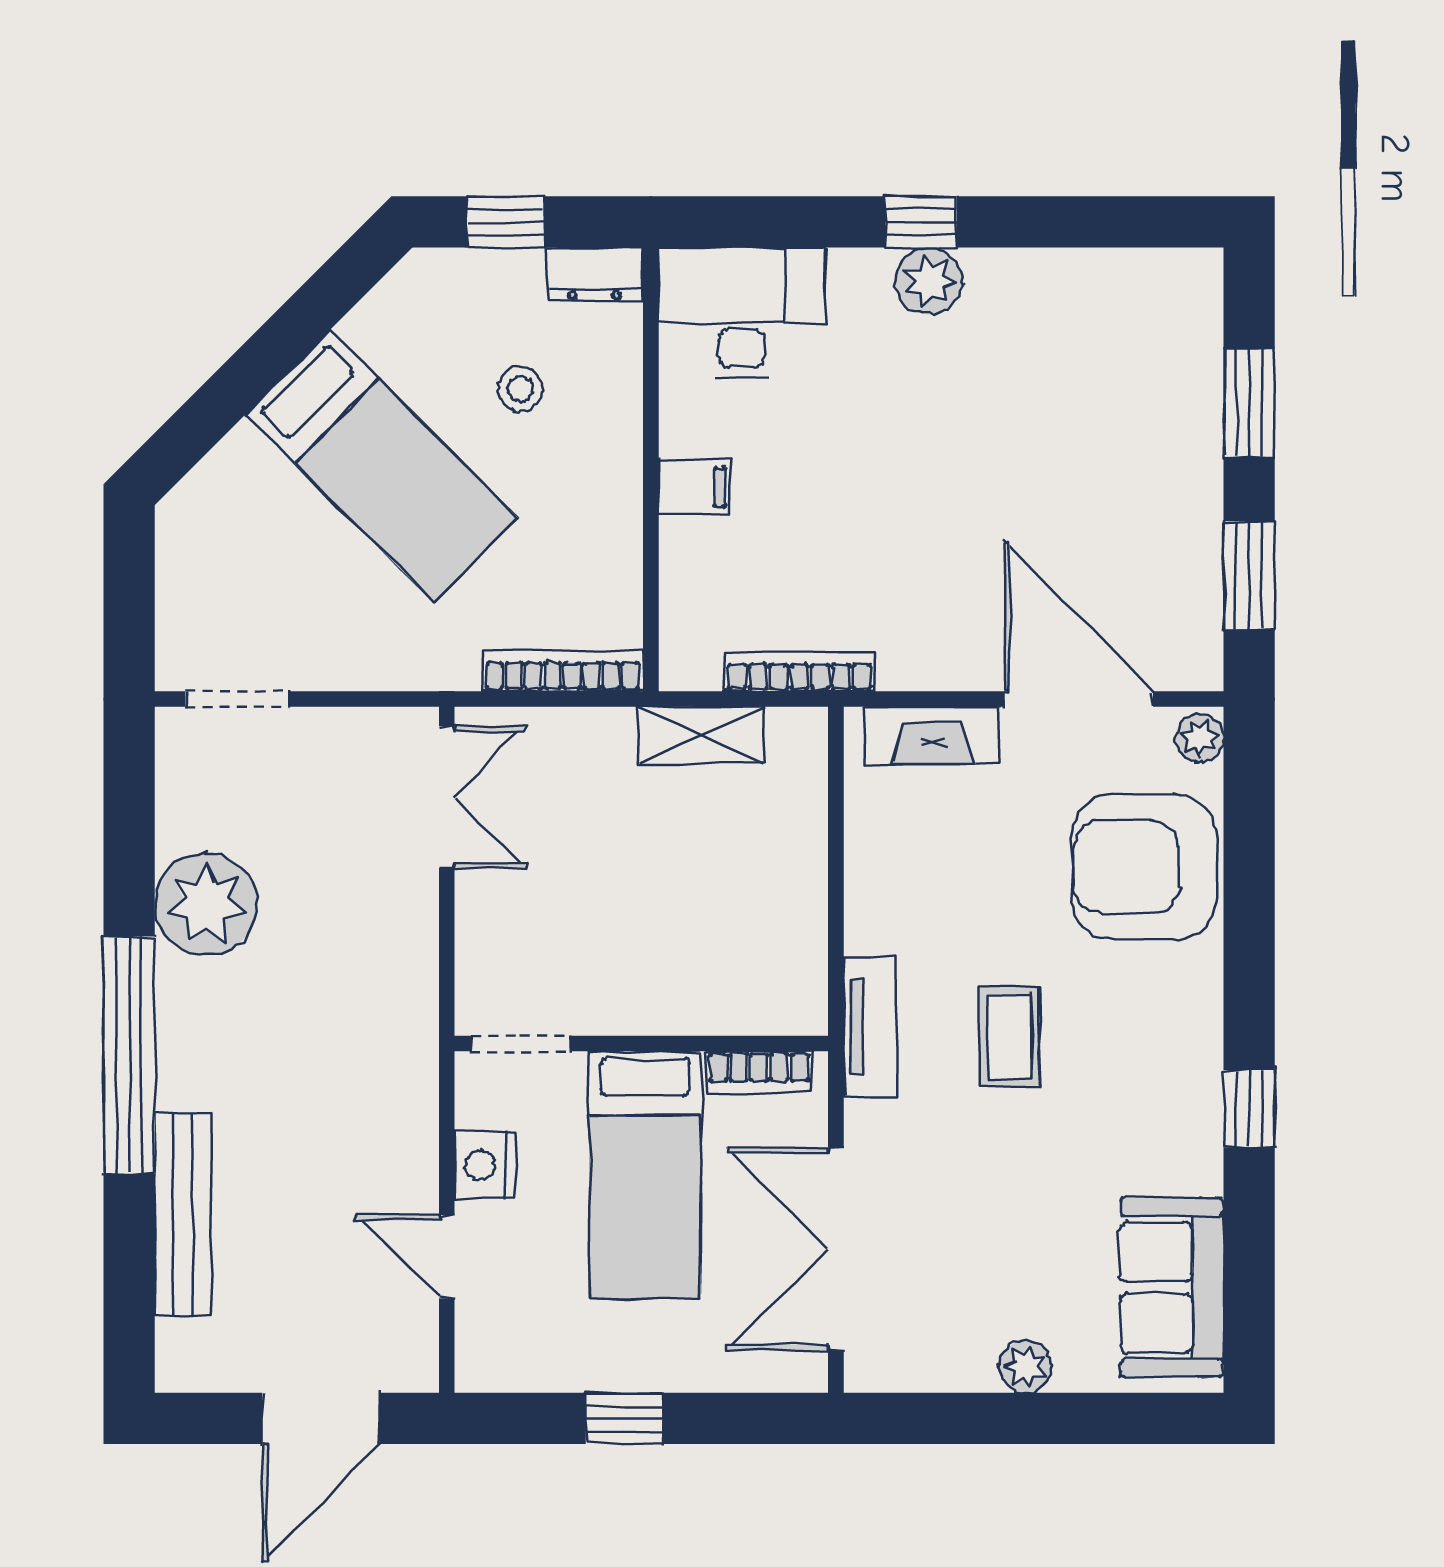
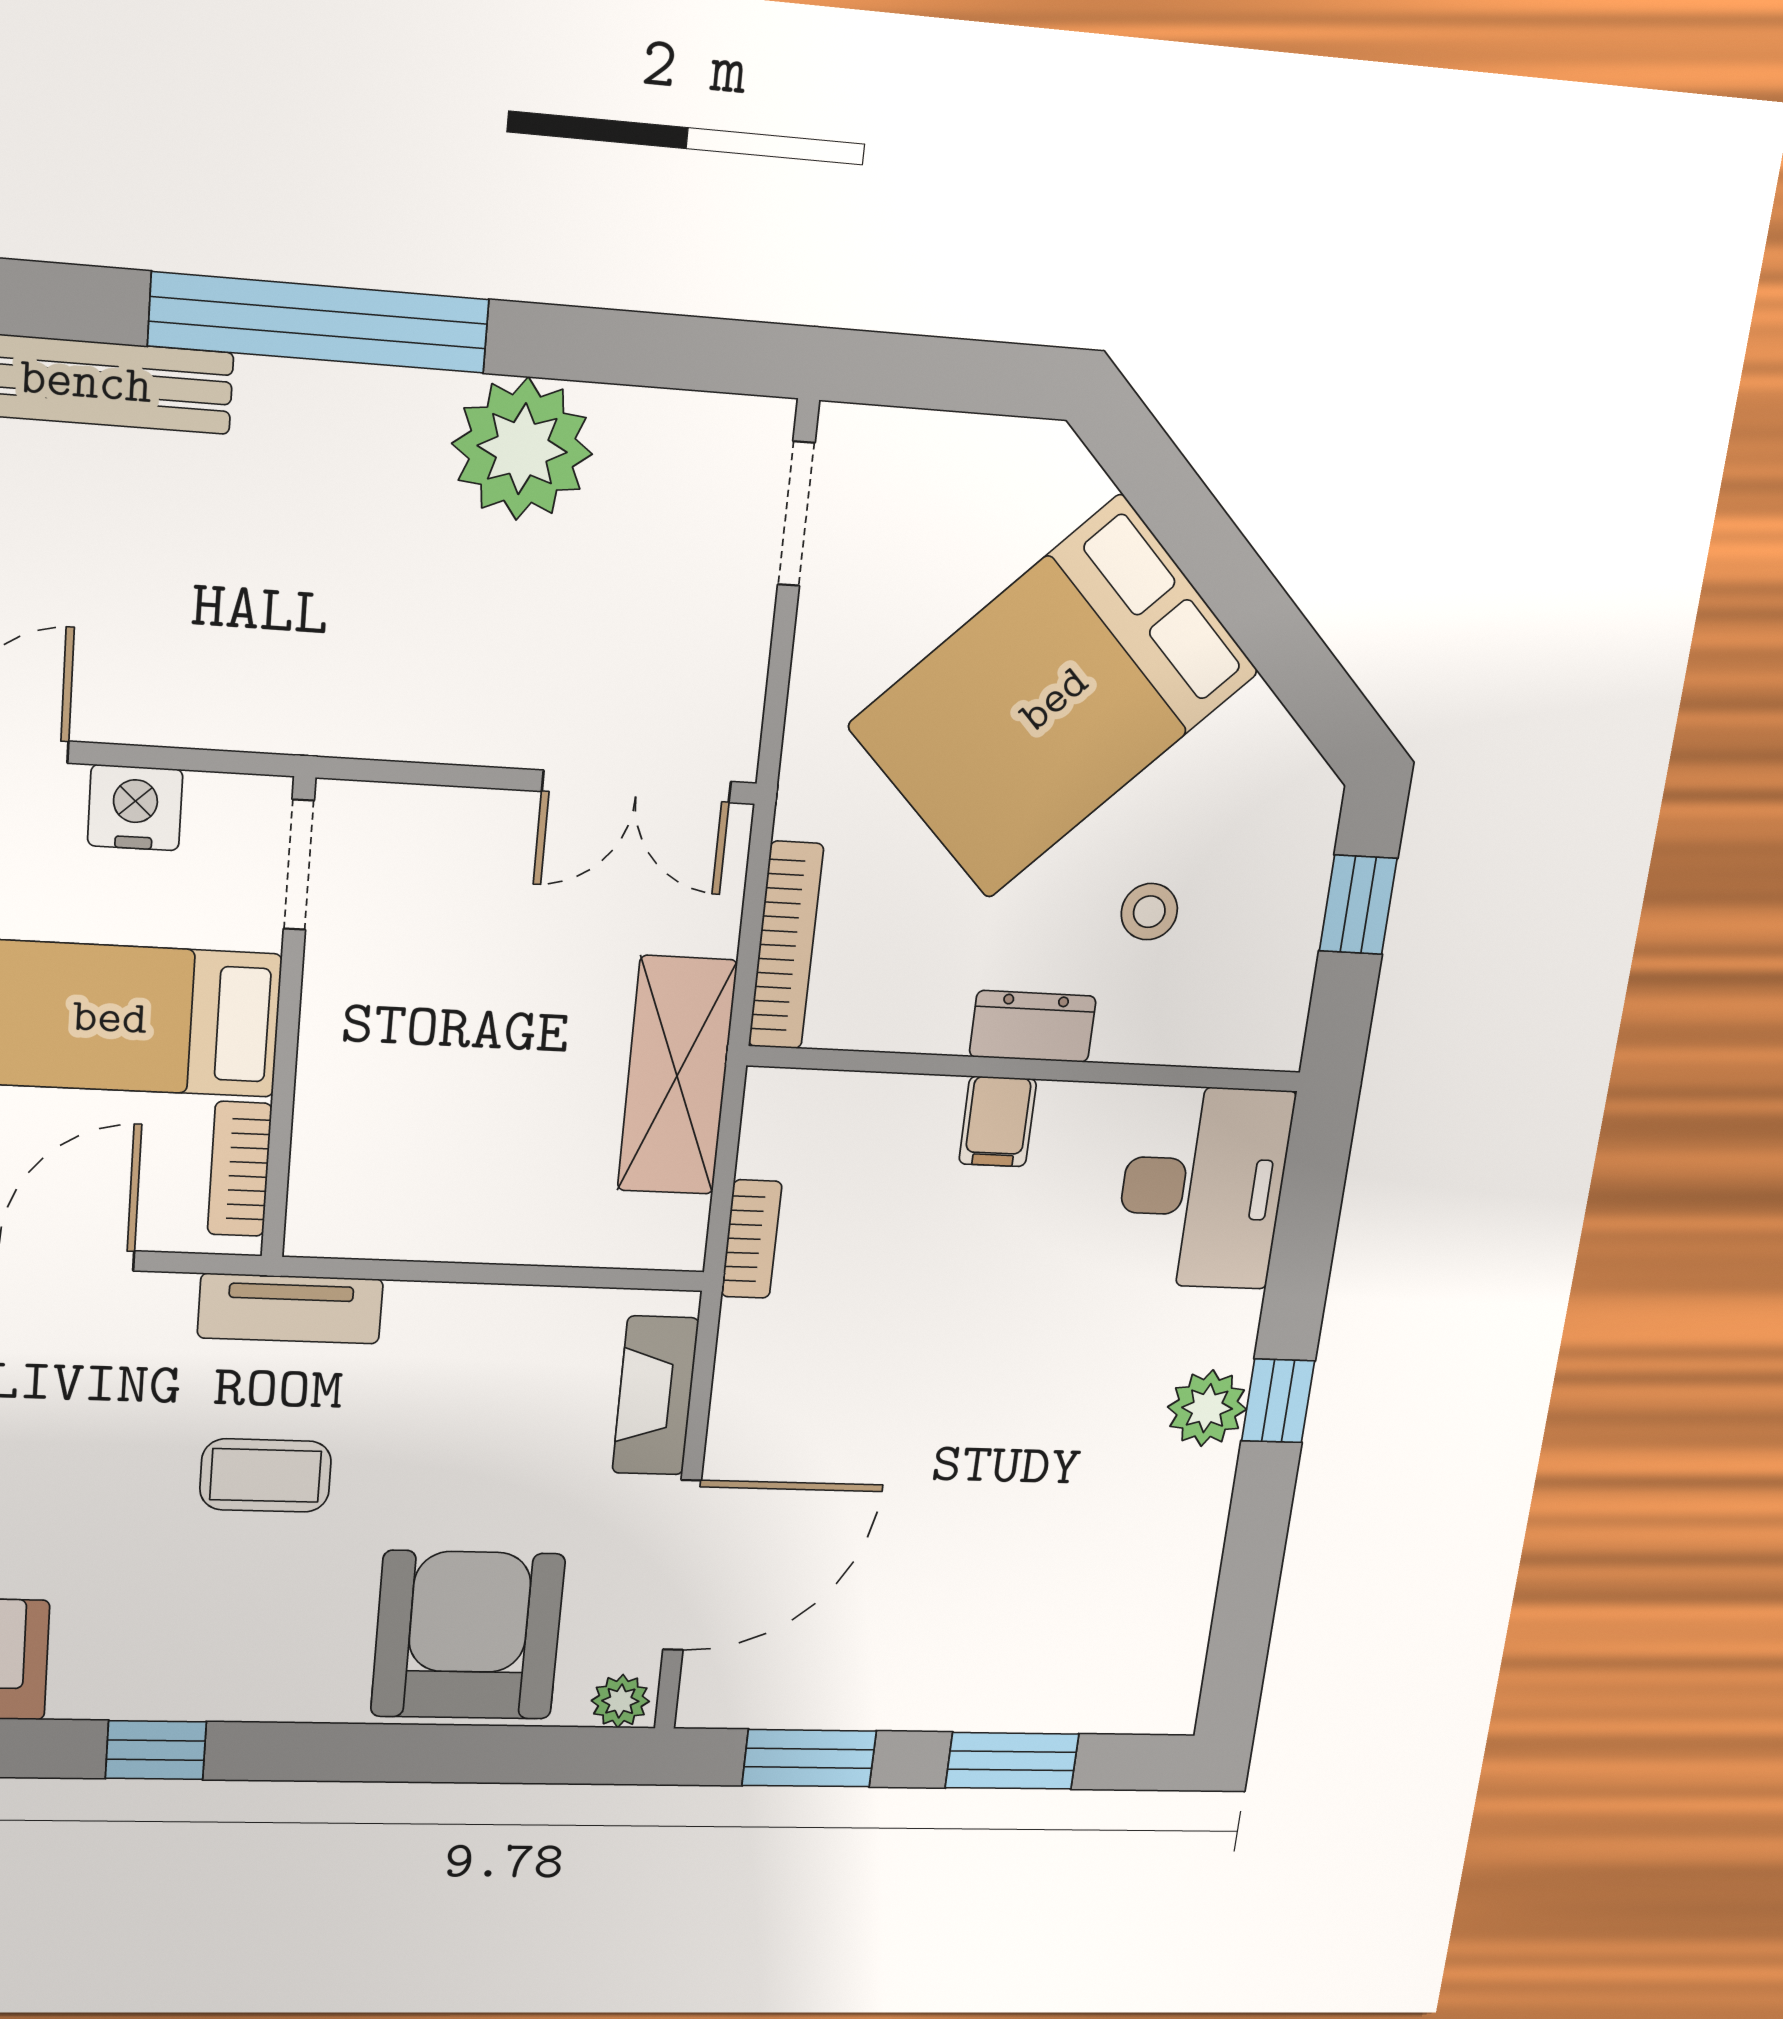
dresser: (594, 274) -> (1033, 1026), moved, turned 90
bed: (382, 466) -> (1054, 699), width x1.50
bookcase: (799, 672) -> (752, 1239), width x0.64
shelving: (701, 735) -> (677, 1076), width x1.50, depth x1.33

